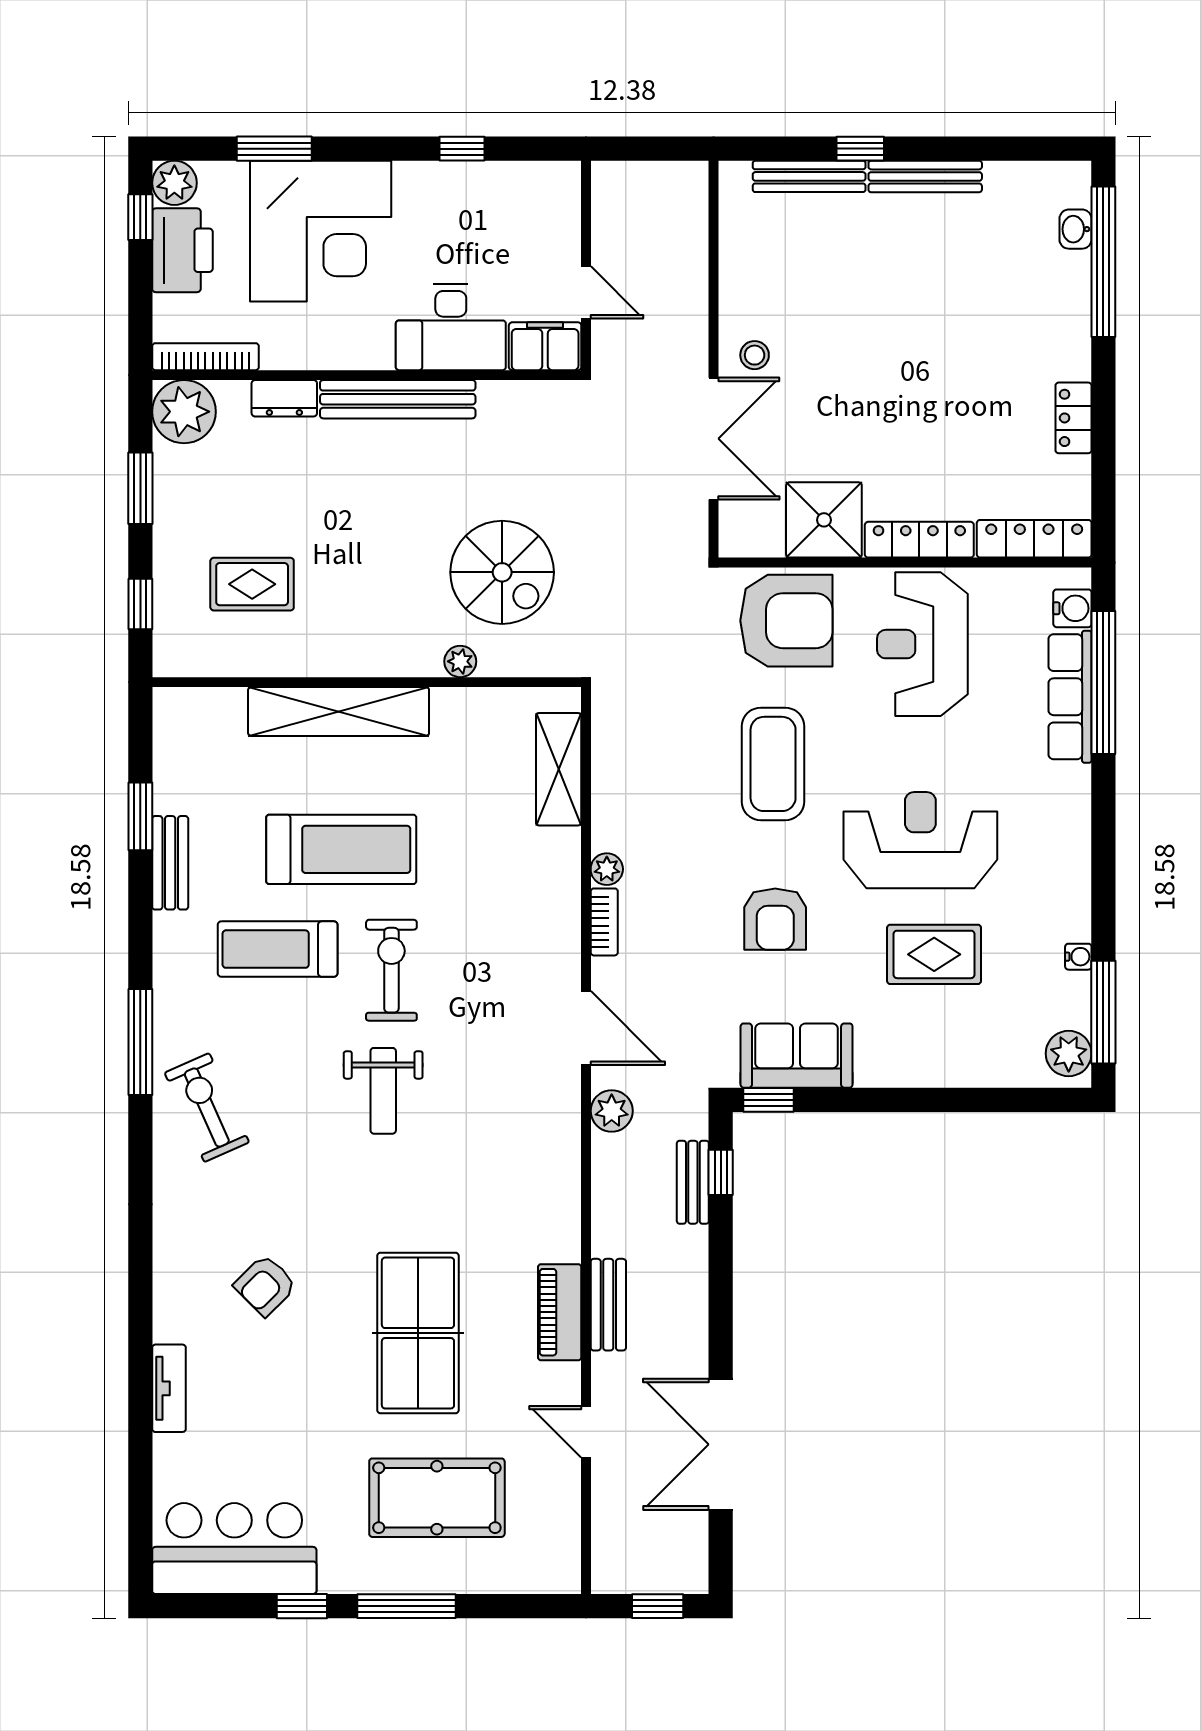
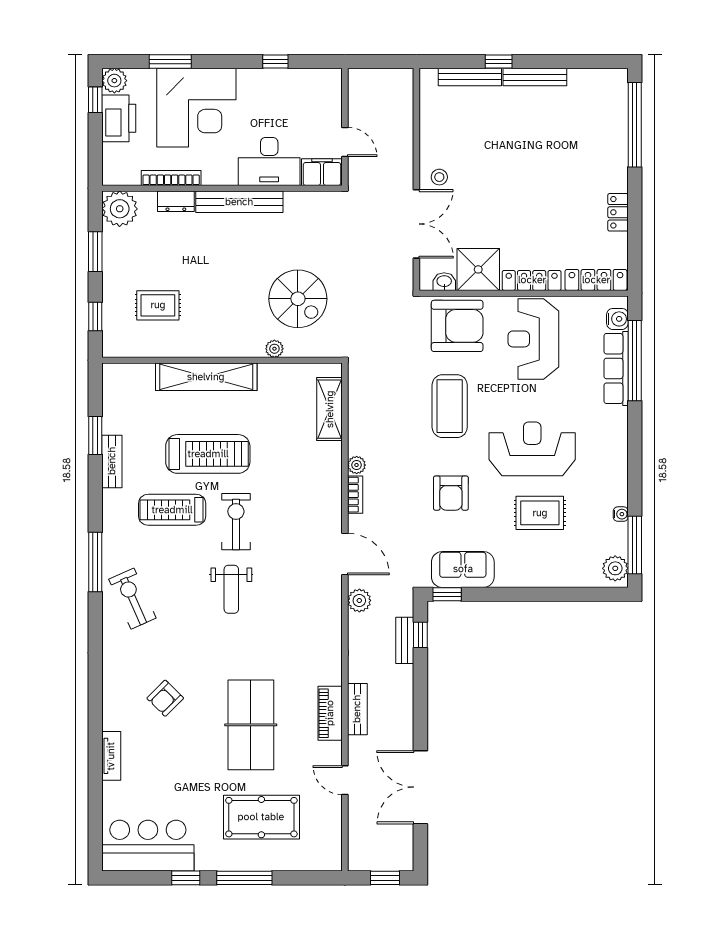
washbasin: (1075, 229) -> (444, 282), moved, turned 90
bookcase: (205, 357) -> (171, 178), moved

